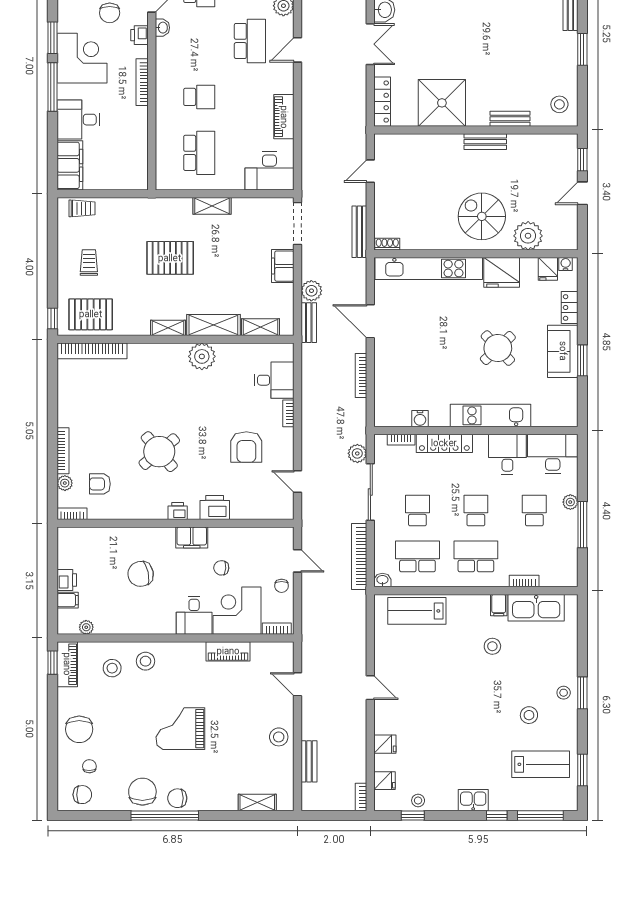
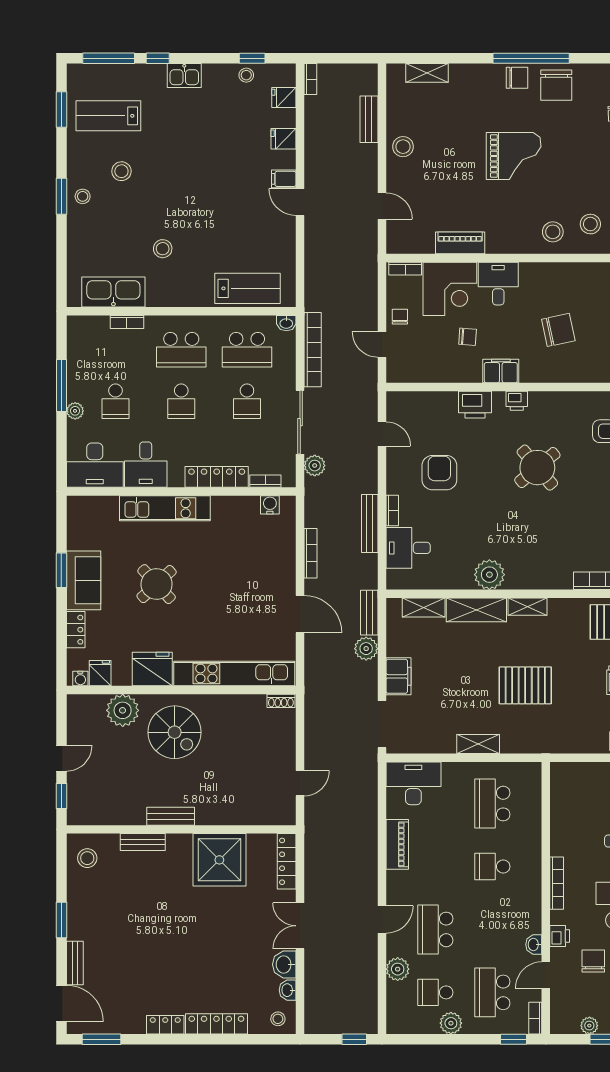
bench: (359, 232) -> (370, 524), moved
water cooler: (420, 419) -> (270, 505), moved
filing cabinet: (499, 605) -> (284, 179), moved, turned -90

